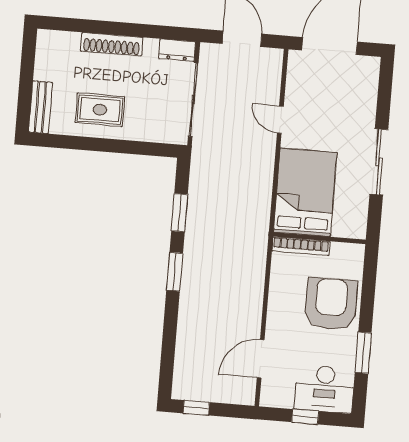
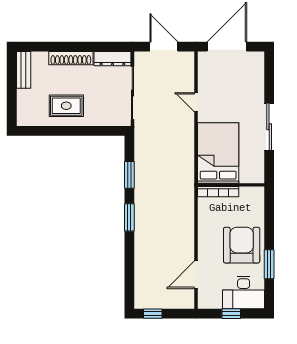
dresser: (177, 50) -> (112, 59), width x1.44
bench: (40, 107) -> (24, 70), moved
armchair: (331, 304) -> (242, 245), moved

